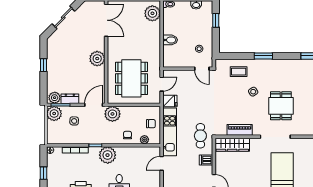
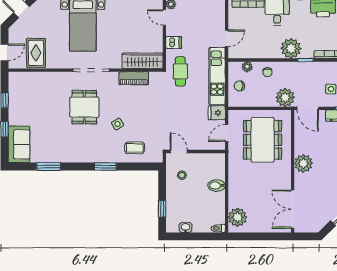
door: (94, 105) -> (308, 108), hinge flipped

